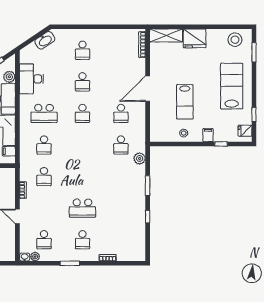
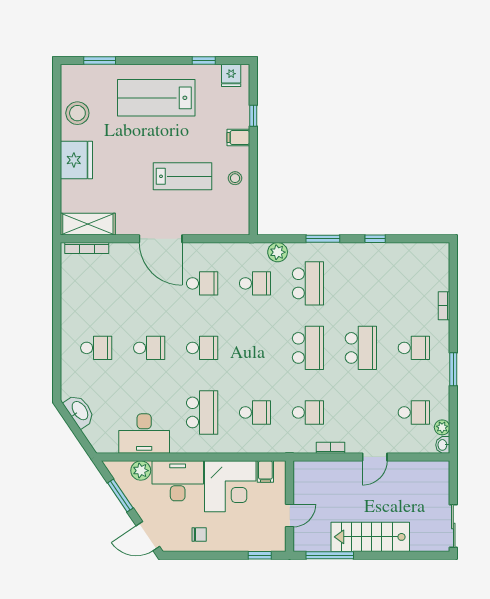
shelving: (166, 35) -> (88, 224), moved, turned 90
stool: (235, 40) -> (77, 113), moved
school desk: (82, 177) -> (308, 348), added
school desk: (121, 177) -> (308, 283), added

